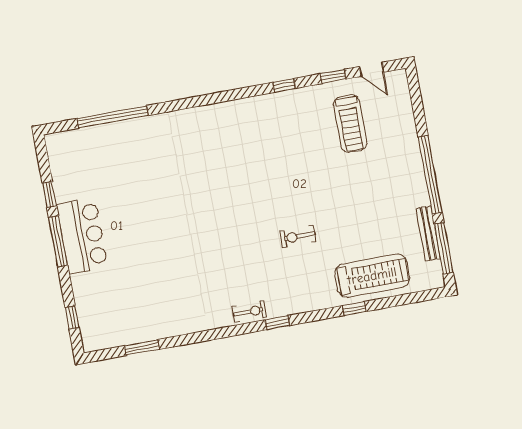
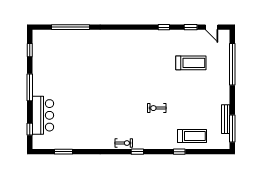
treadmill: (350, 124) -> (191, 63), moved, turned -90
window: (430, 175) -> (232, 64), moved
window: (49, 194) -> (30, 50), moved
bar counter: (82, 236) -> (43, 115), moved
treadmill: (372, 276) -> (192, 136), width x0.73, depth x0.73

